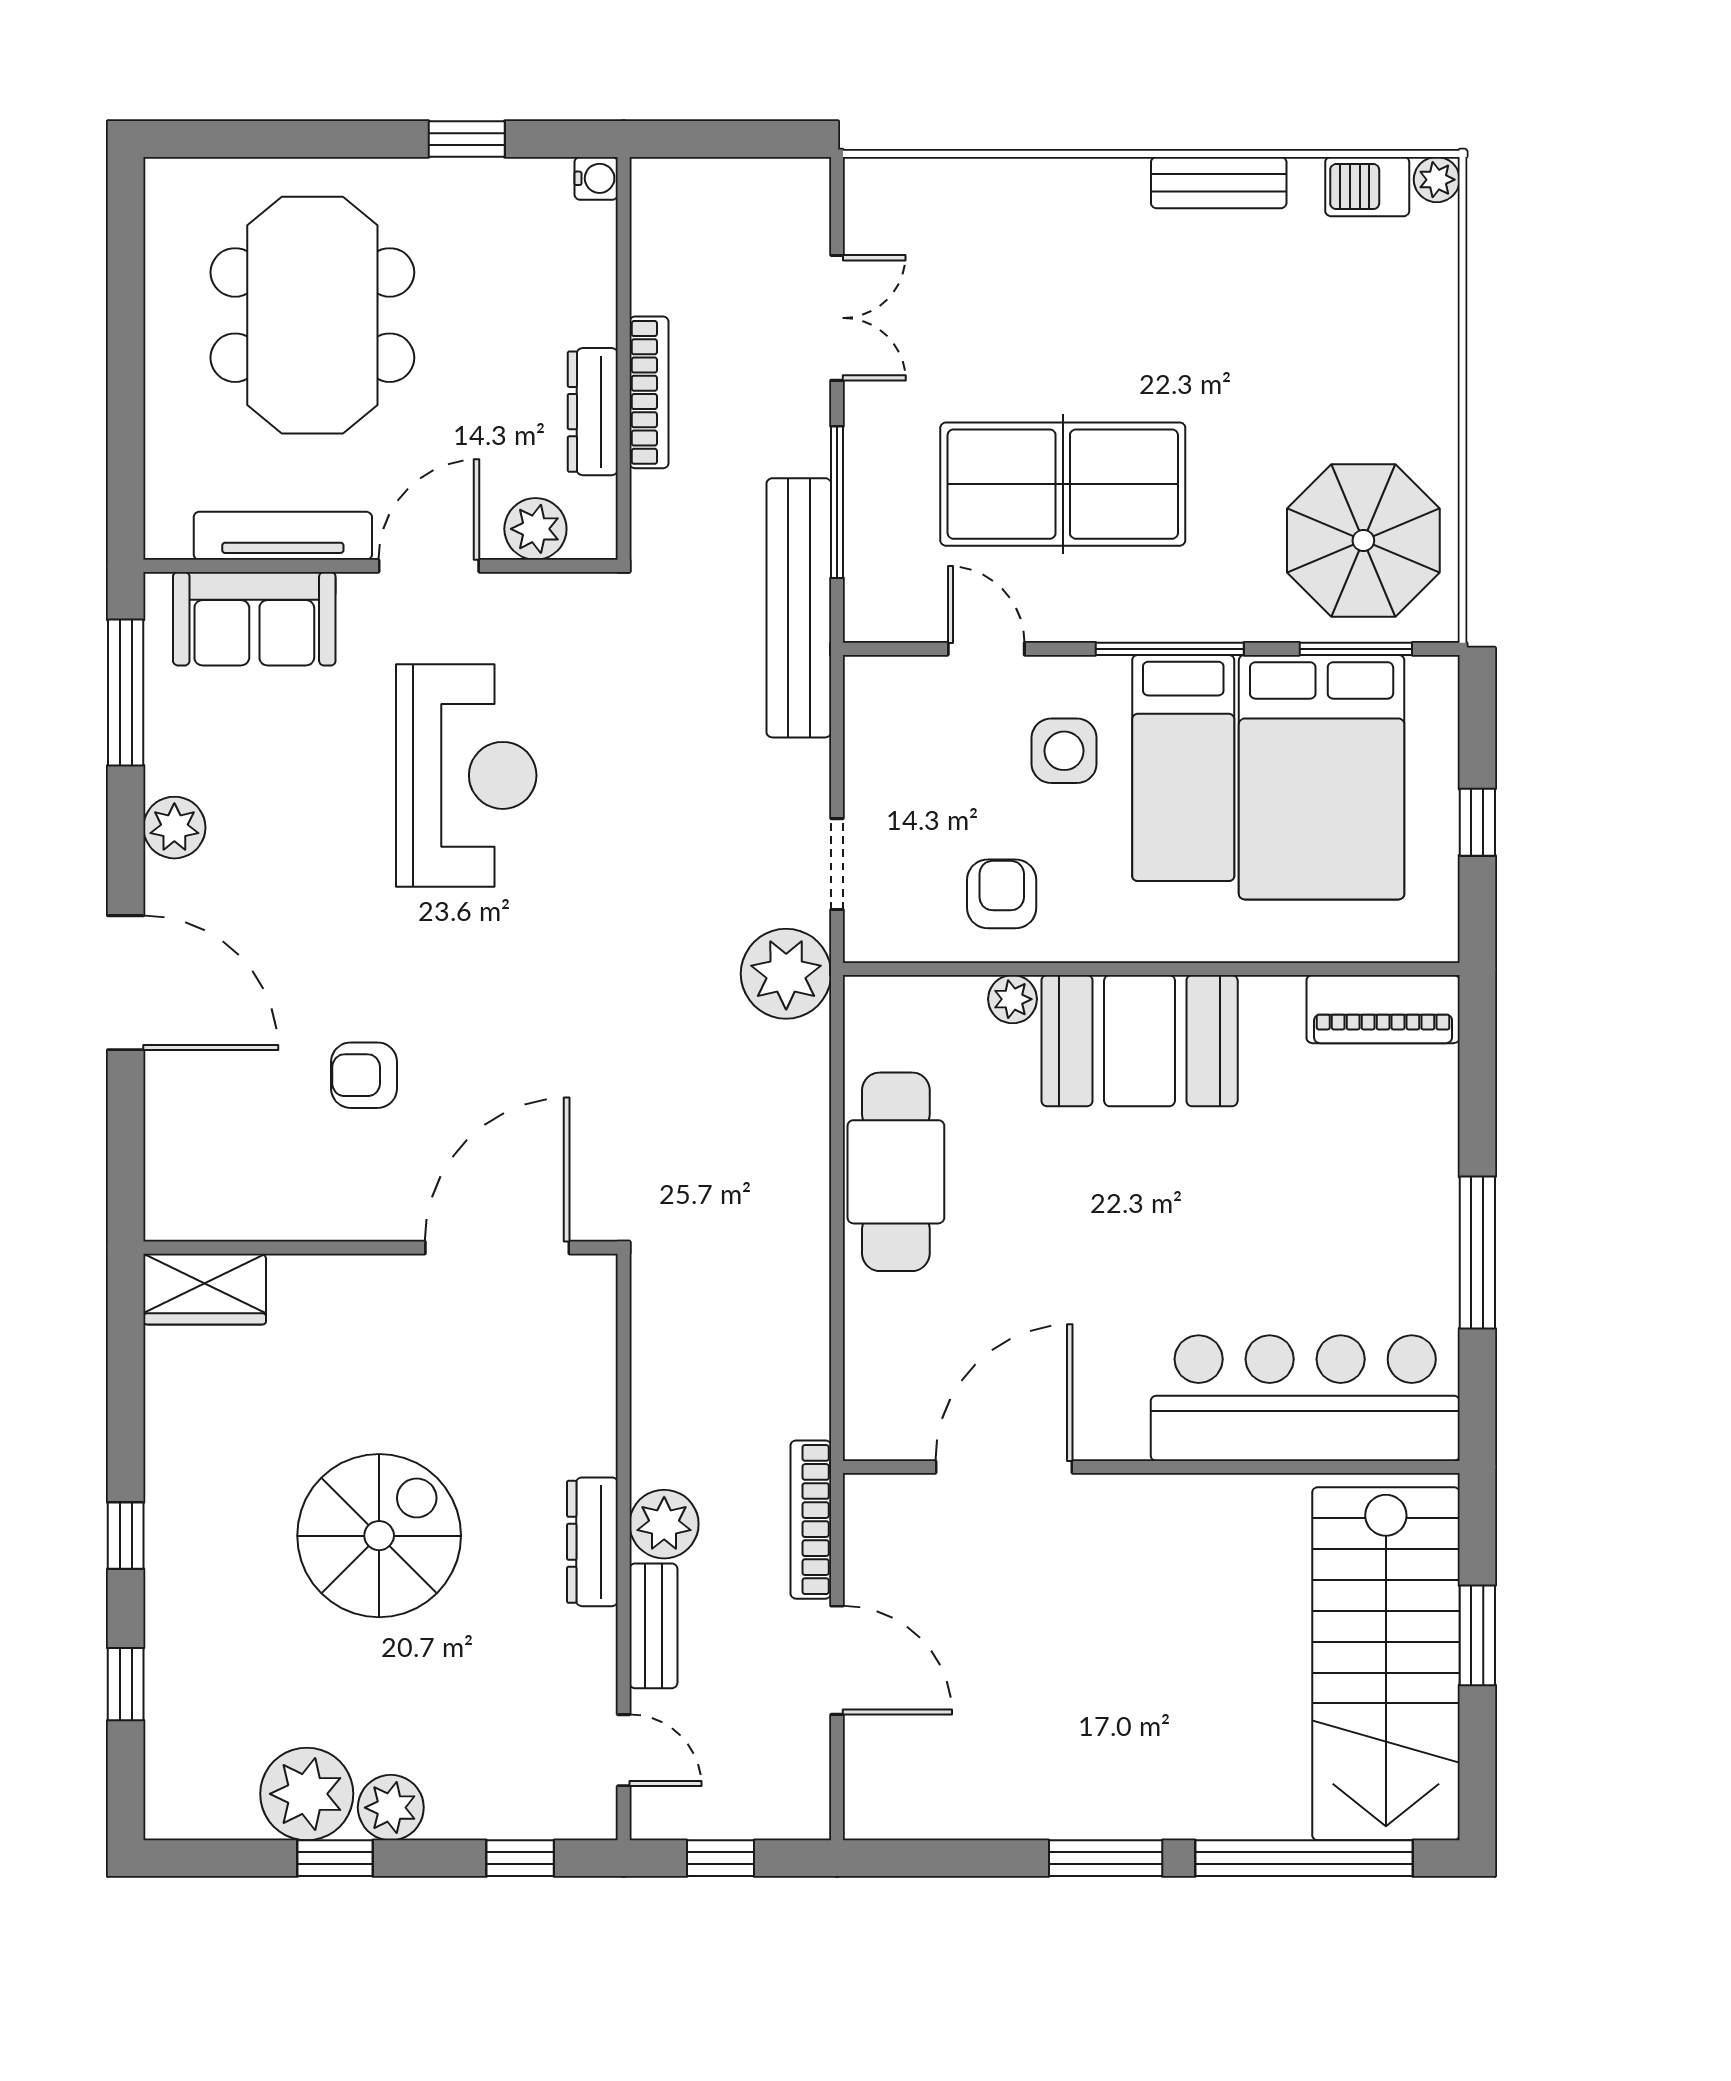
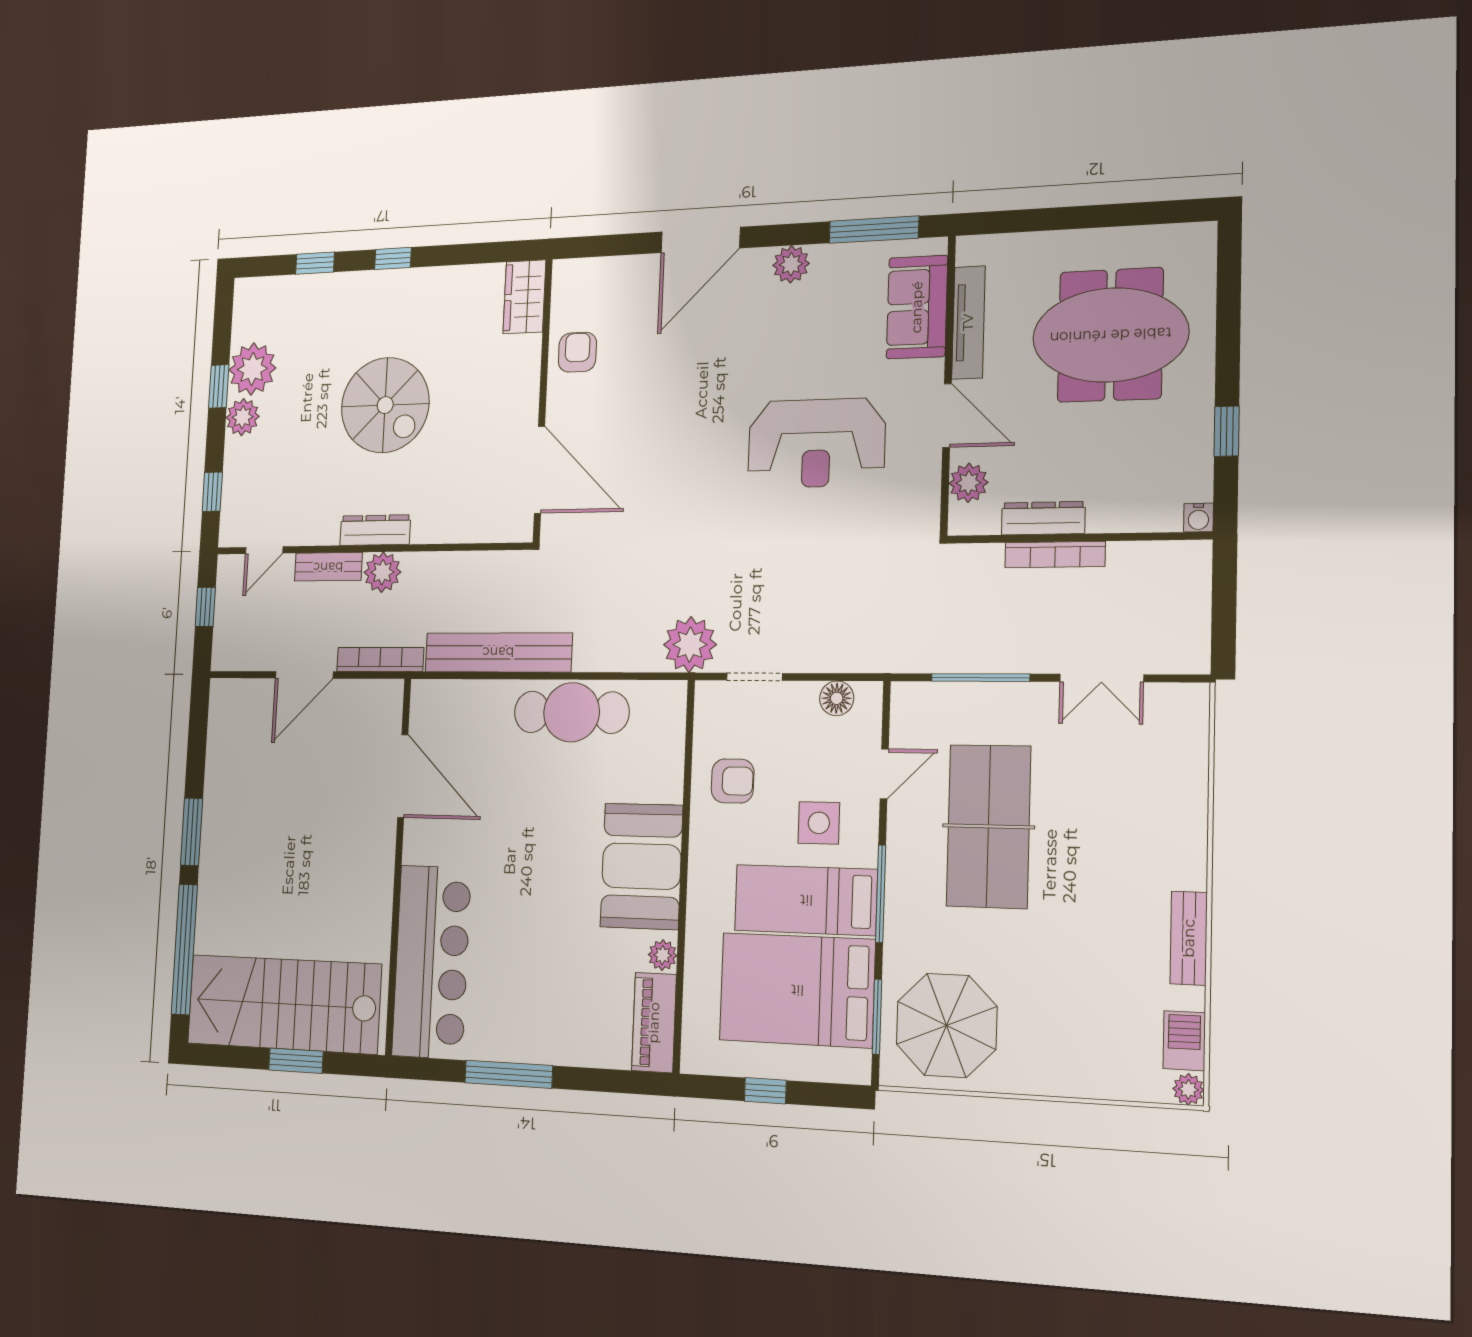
bench: (799, 608) -> (498, 652), moved
floor lamp: (870, 729) -> (837, 698), added
plant: (1013, 999) -> (663, 955), moved
armchair: (364, 1075) -> (577, 352), moved

